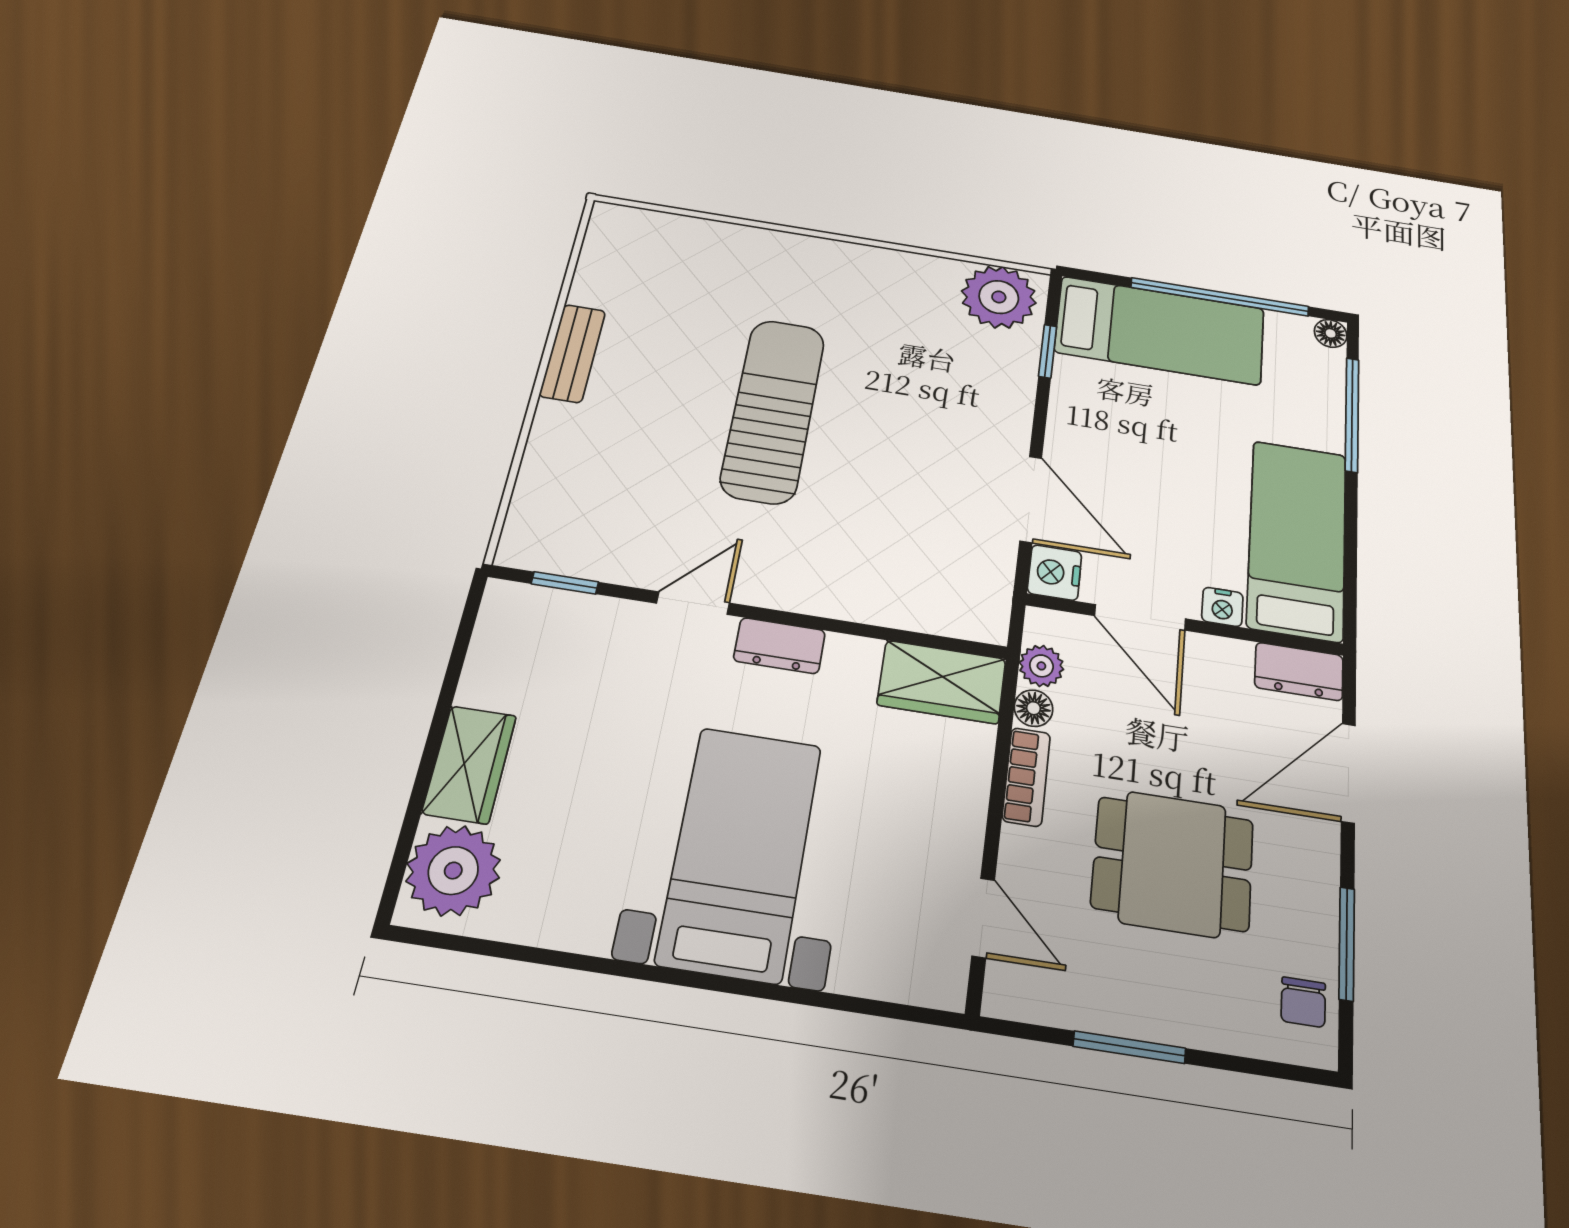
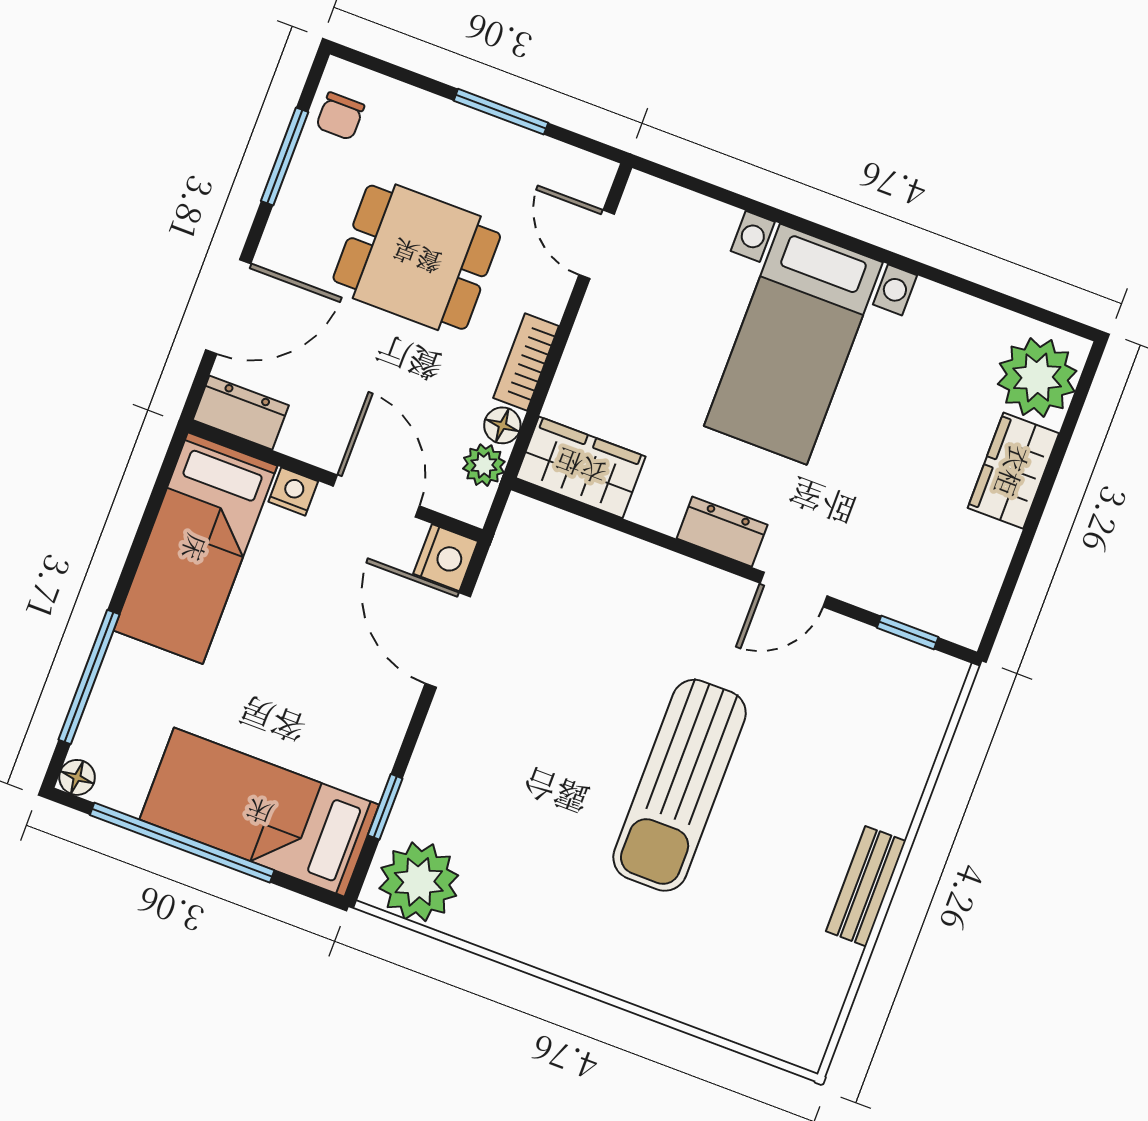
chair: (1303, 1002) -> (340, 116), turned 180

